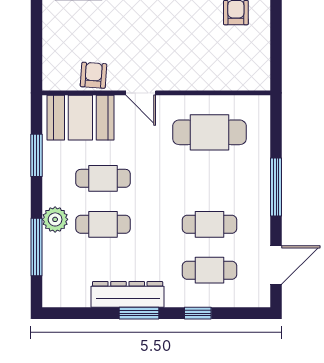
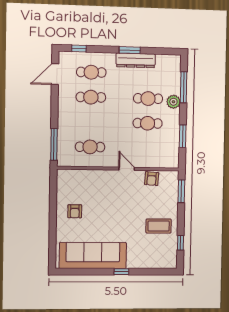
window: (37, 52) -> (181, 191), added
booth: (80, 118) -> (159, 156), removed
cafe table: (209, 132) -> (90, 147), width x0.73, depth x0.74
window: (276, 187) -> (54, 144), moved
window: (198, 313) -> (79, 49), moved

